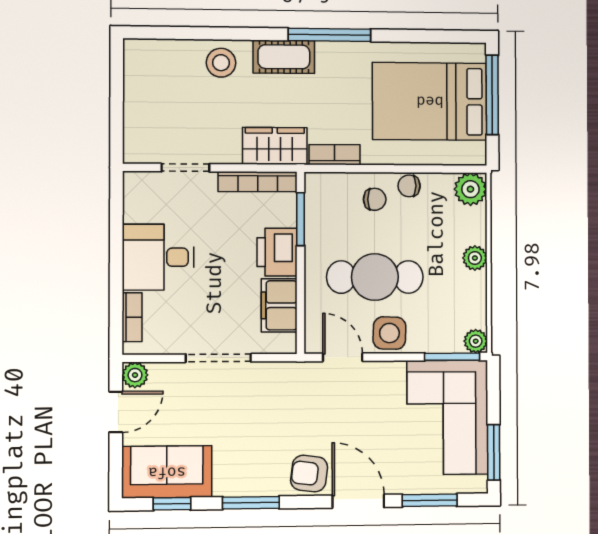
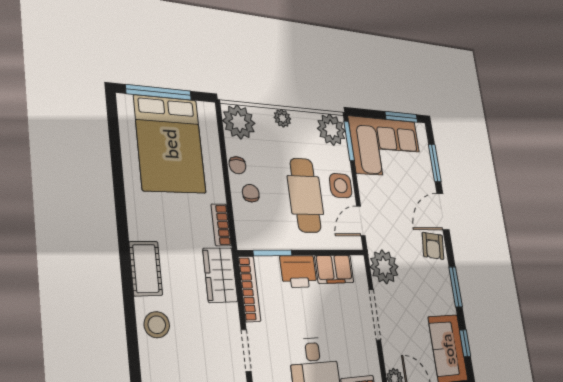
window: (329, 35) -> (122, 228), removed
plant: (470, 189) -> (239, 122), width x1.36, depth x1.36
plant: (476, 341) -> (331, 130), width x1.88, depth x1.88
plant: (281, 384) -> (384, 267), added

